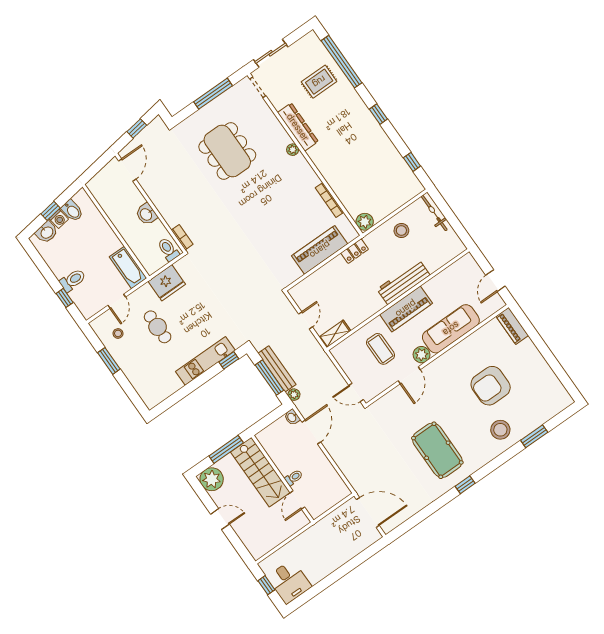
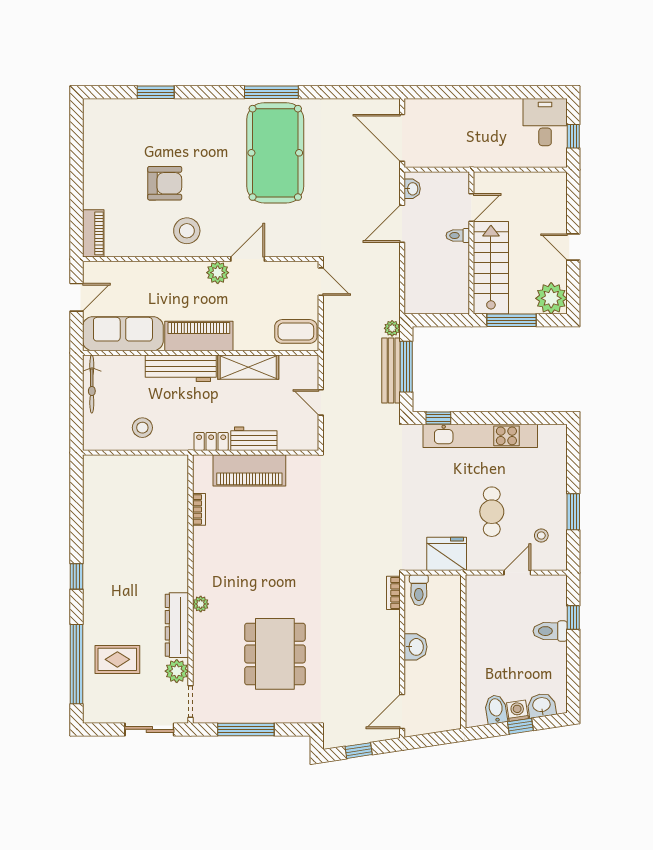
window: (412, 162) -> (76, 496), removed
bookcase: (330, 200) -> (199, 509), width x0.64
bicycle: (434, 213) -> (92, 384), moved
plant: (365, 222) -> (177, 671), moved
bathtub: (128, 267) -> (478, 602), removed
workbench: (330, 271) -> (254, 439), added
door: (306, 320) -> (321, 402), hinge flipped
sofa: (451, 329) -> (123, 334), moved, turned 180
shelving: (335, 334) -> (248, 367), moved, width x1.50, depth x1.33
coffee table: (381, 349) -> (296, 331), moved, turned 90
kitchen unit: (205, 361) -> (480, 436), width x1.36
armchair: (491, 386) -> (165, 183), width x0.73, depth x0.73
washbasin: (292, 417) -> (412, 189), moved
stool: (500, 430) -> (187, 231), moved
door: (311, 432) -> (402, 224), moved
pool table: (437, 450) -> (275, 153), width x1.36, depth x1.32
window: (465, 485) -> (271, 92), width x2.17

